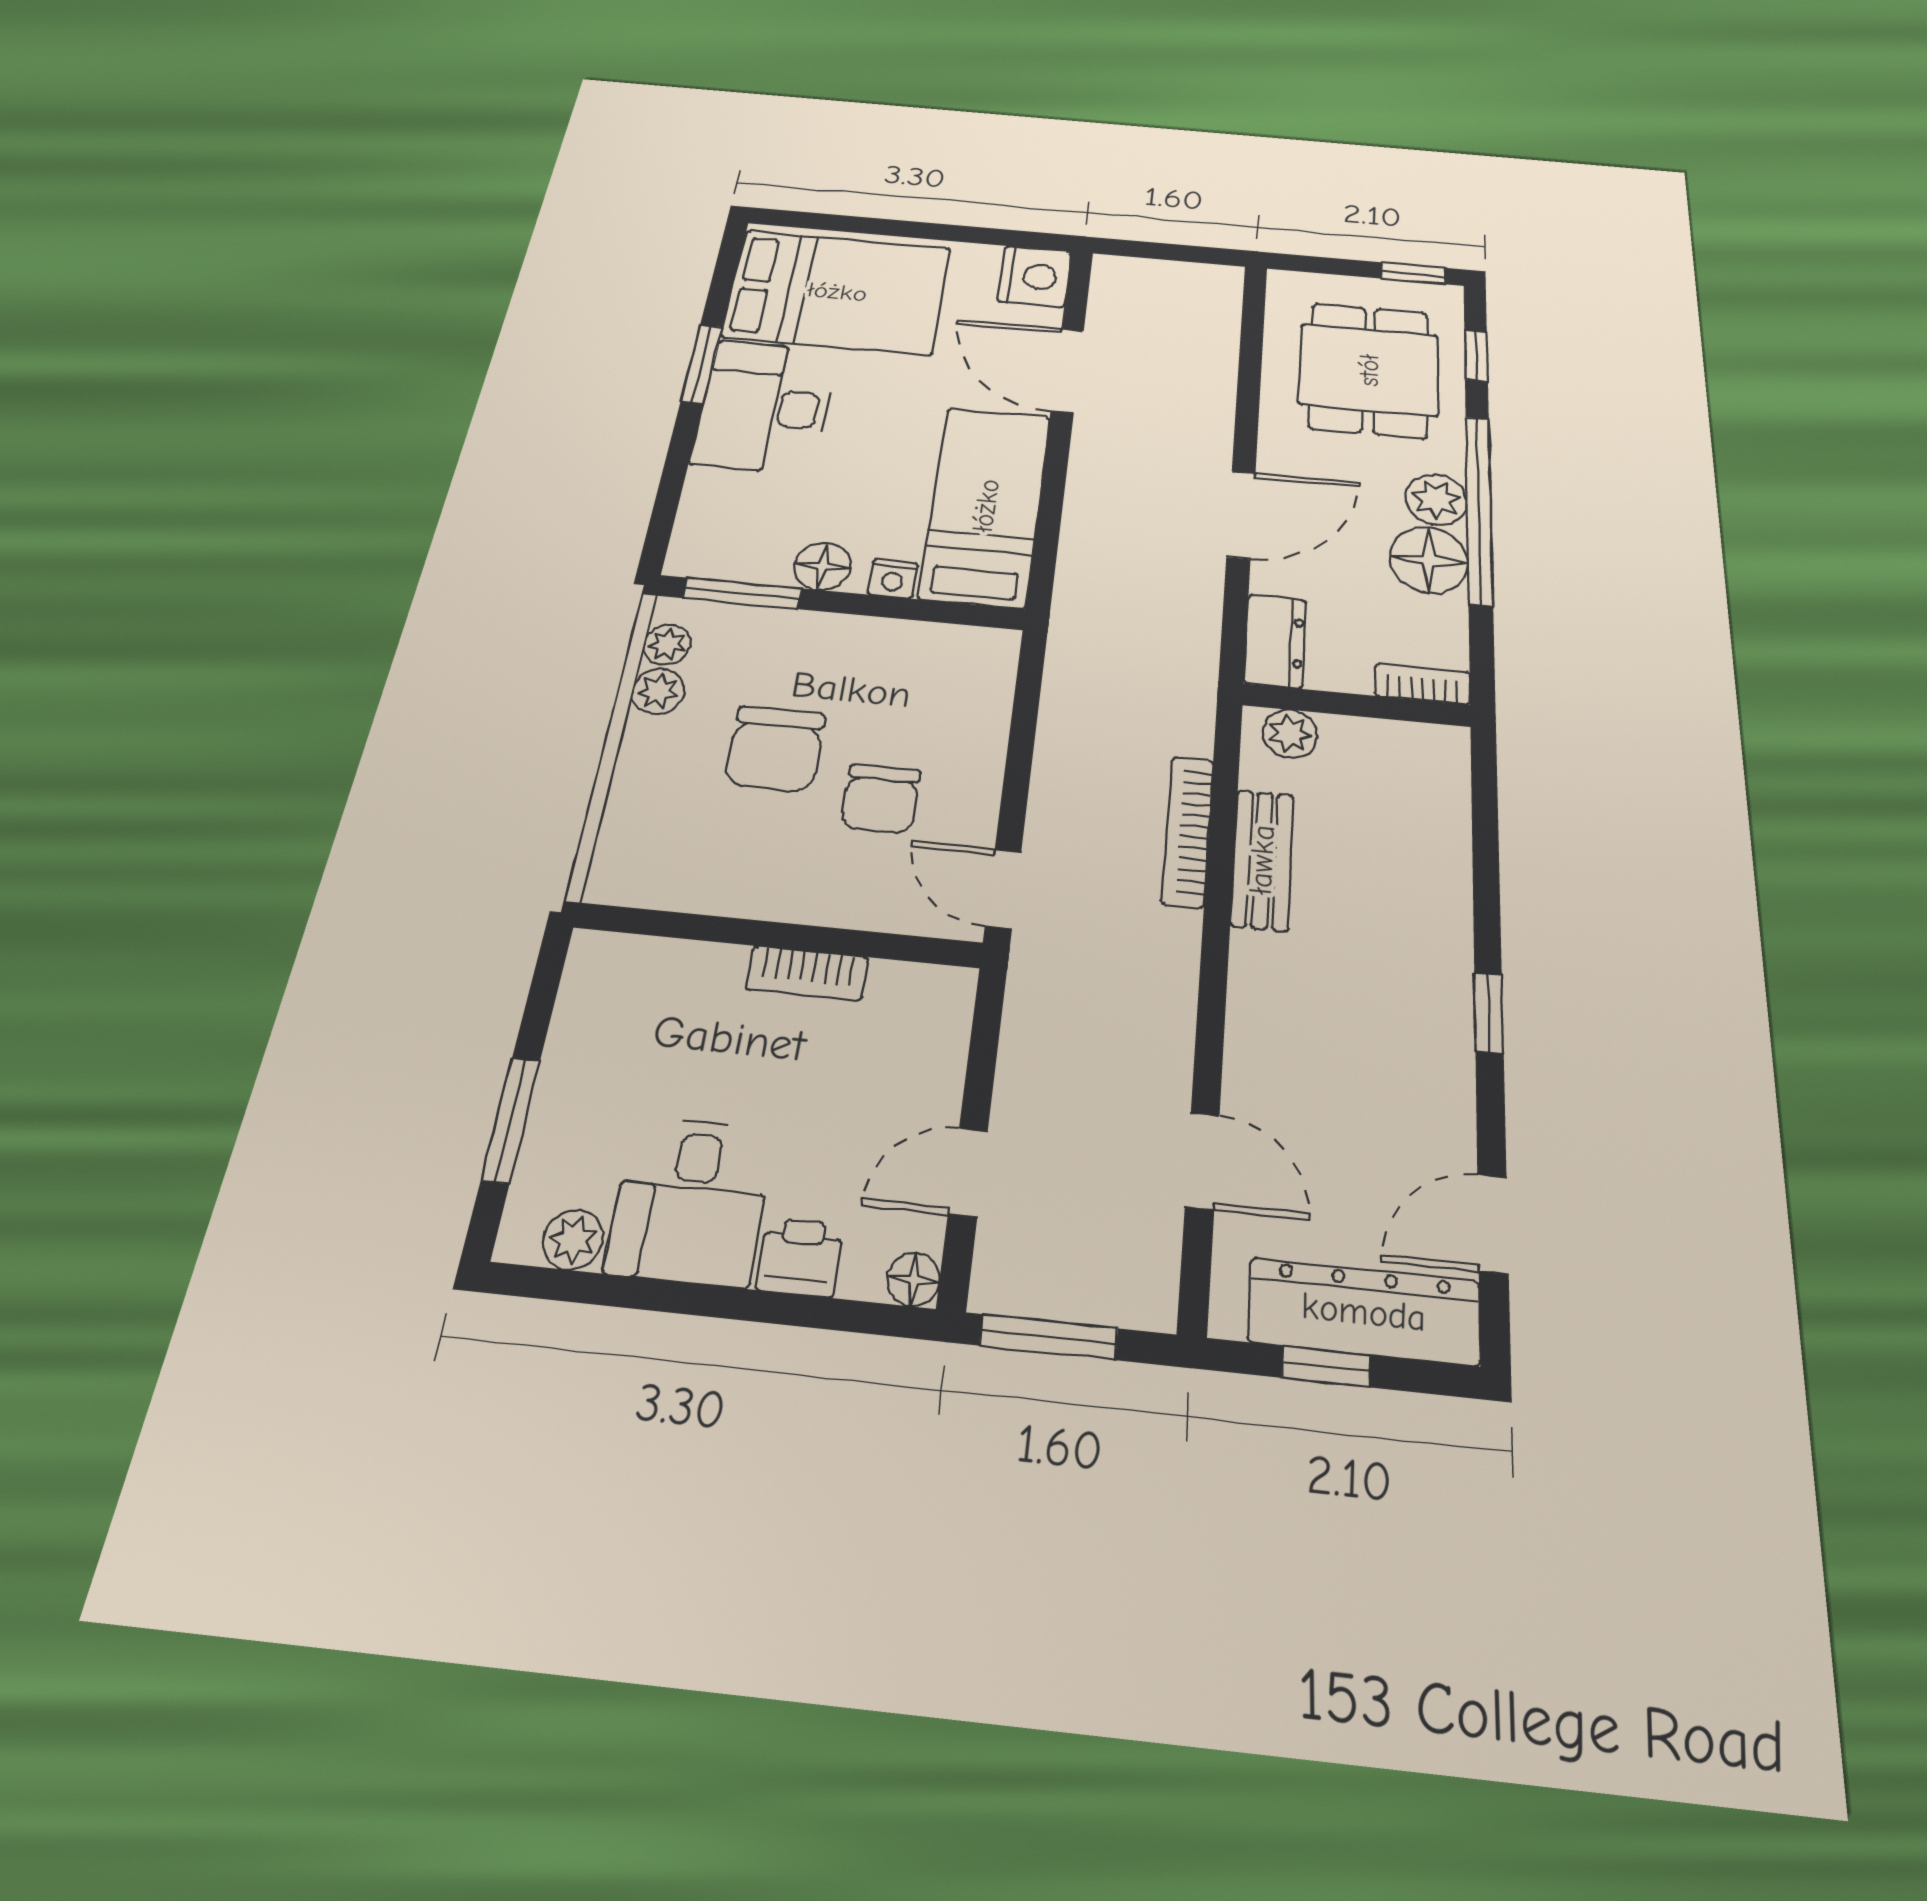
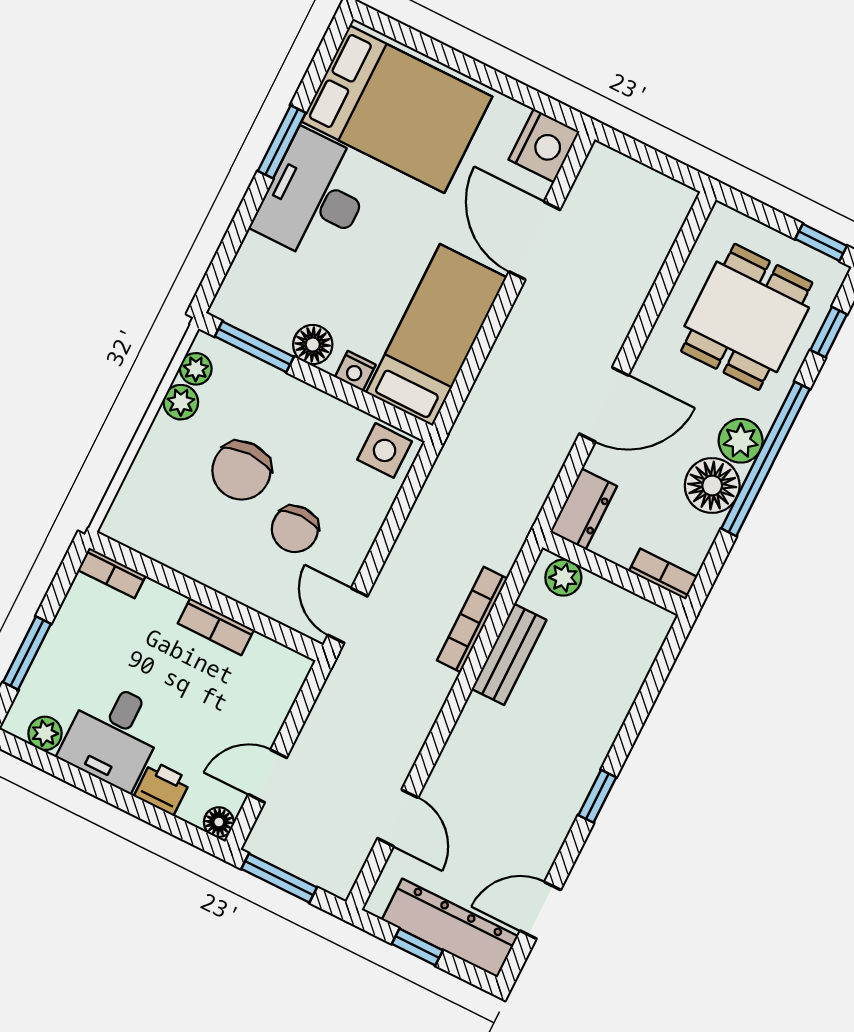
side table: (971, 659) -> (385, 450), added
bookcase: (619, 952) -> (112, 573), added

